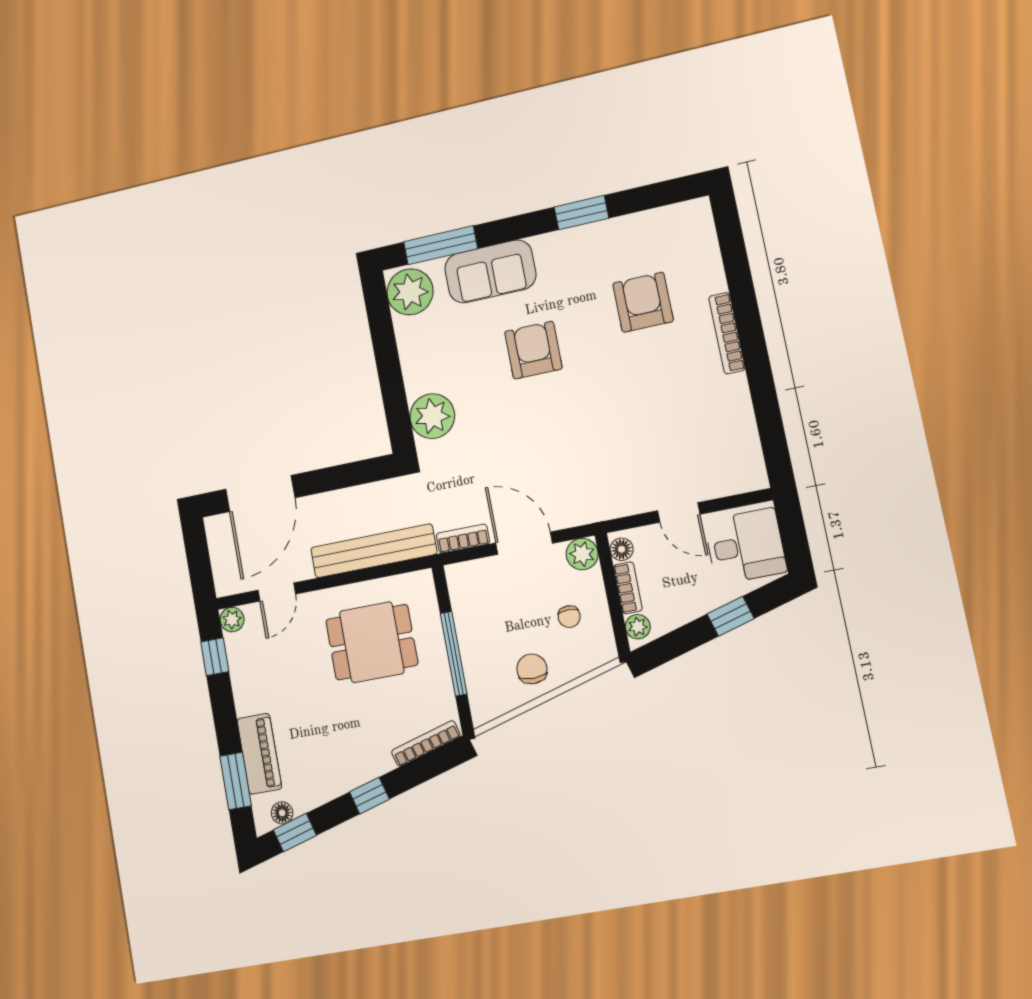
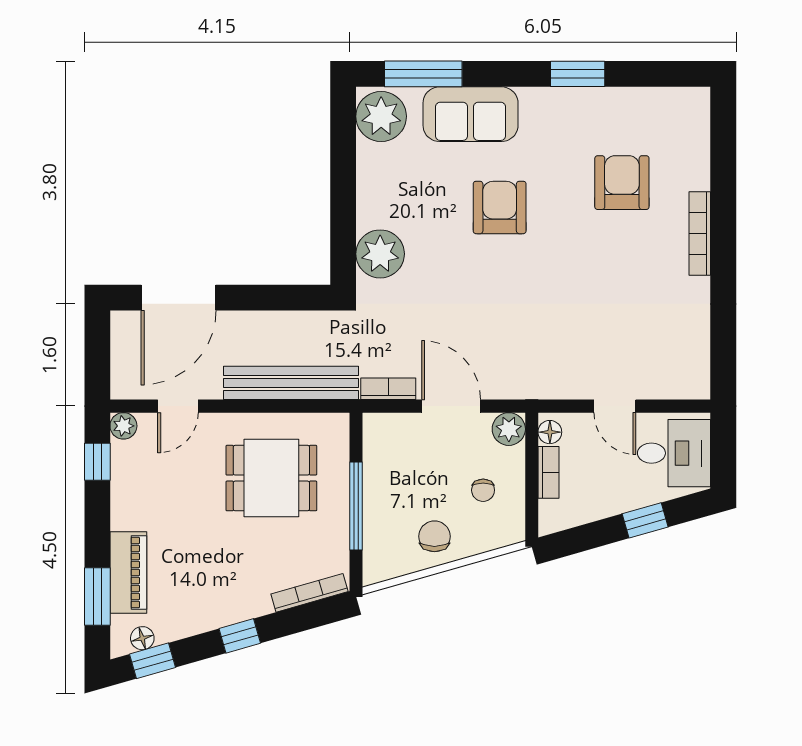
plant: (638, 627) -> (551, 513), removed

